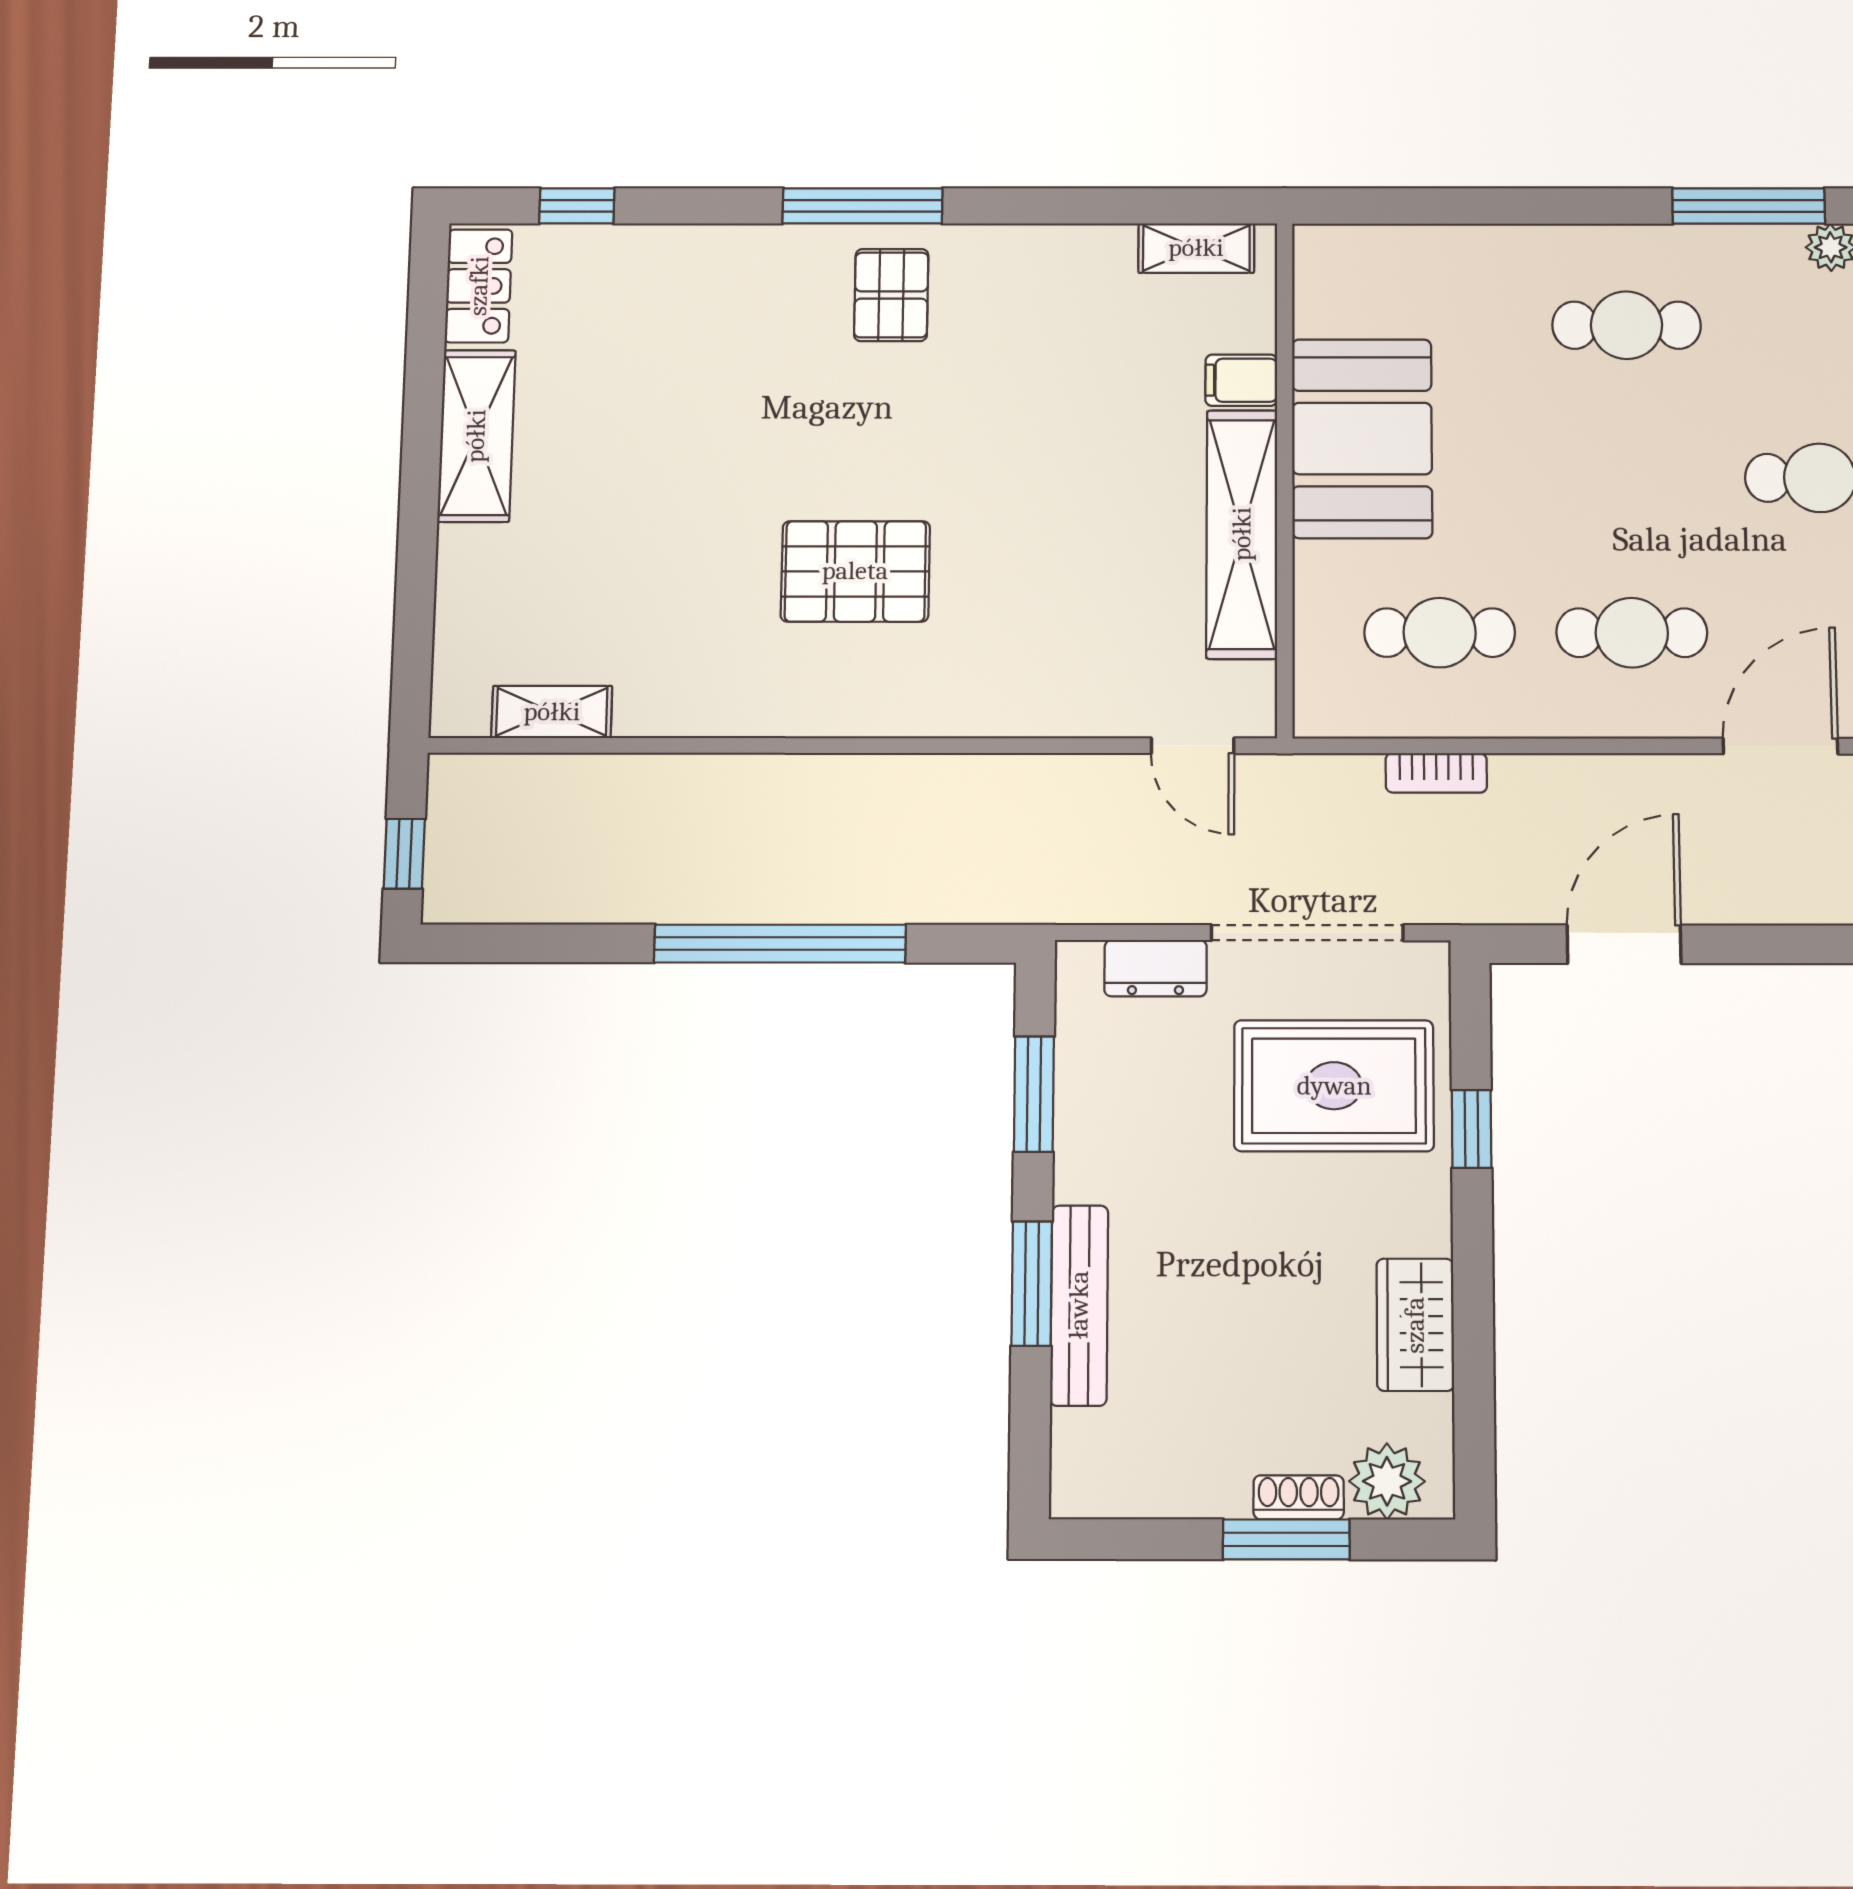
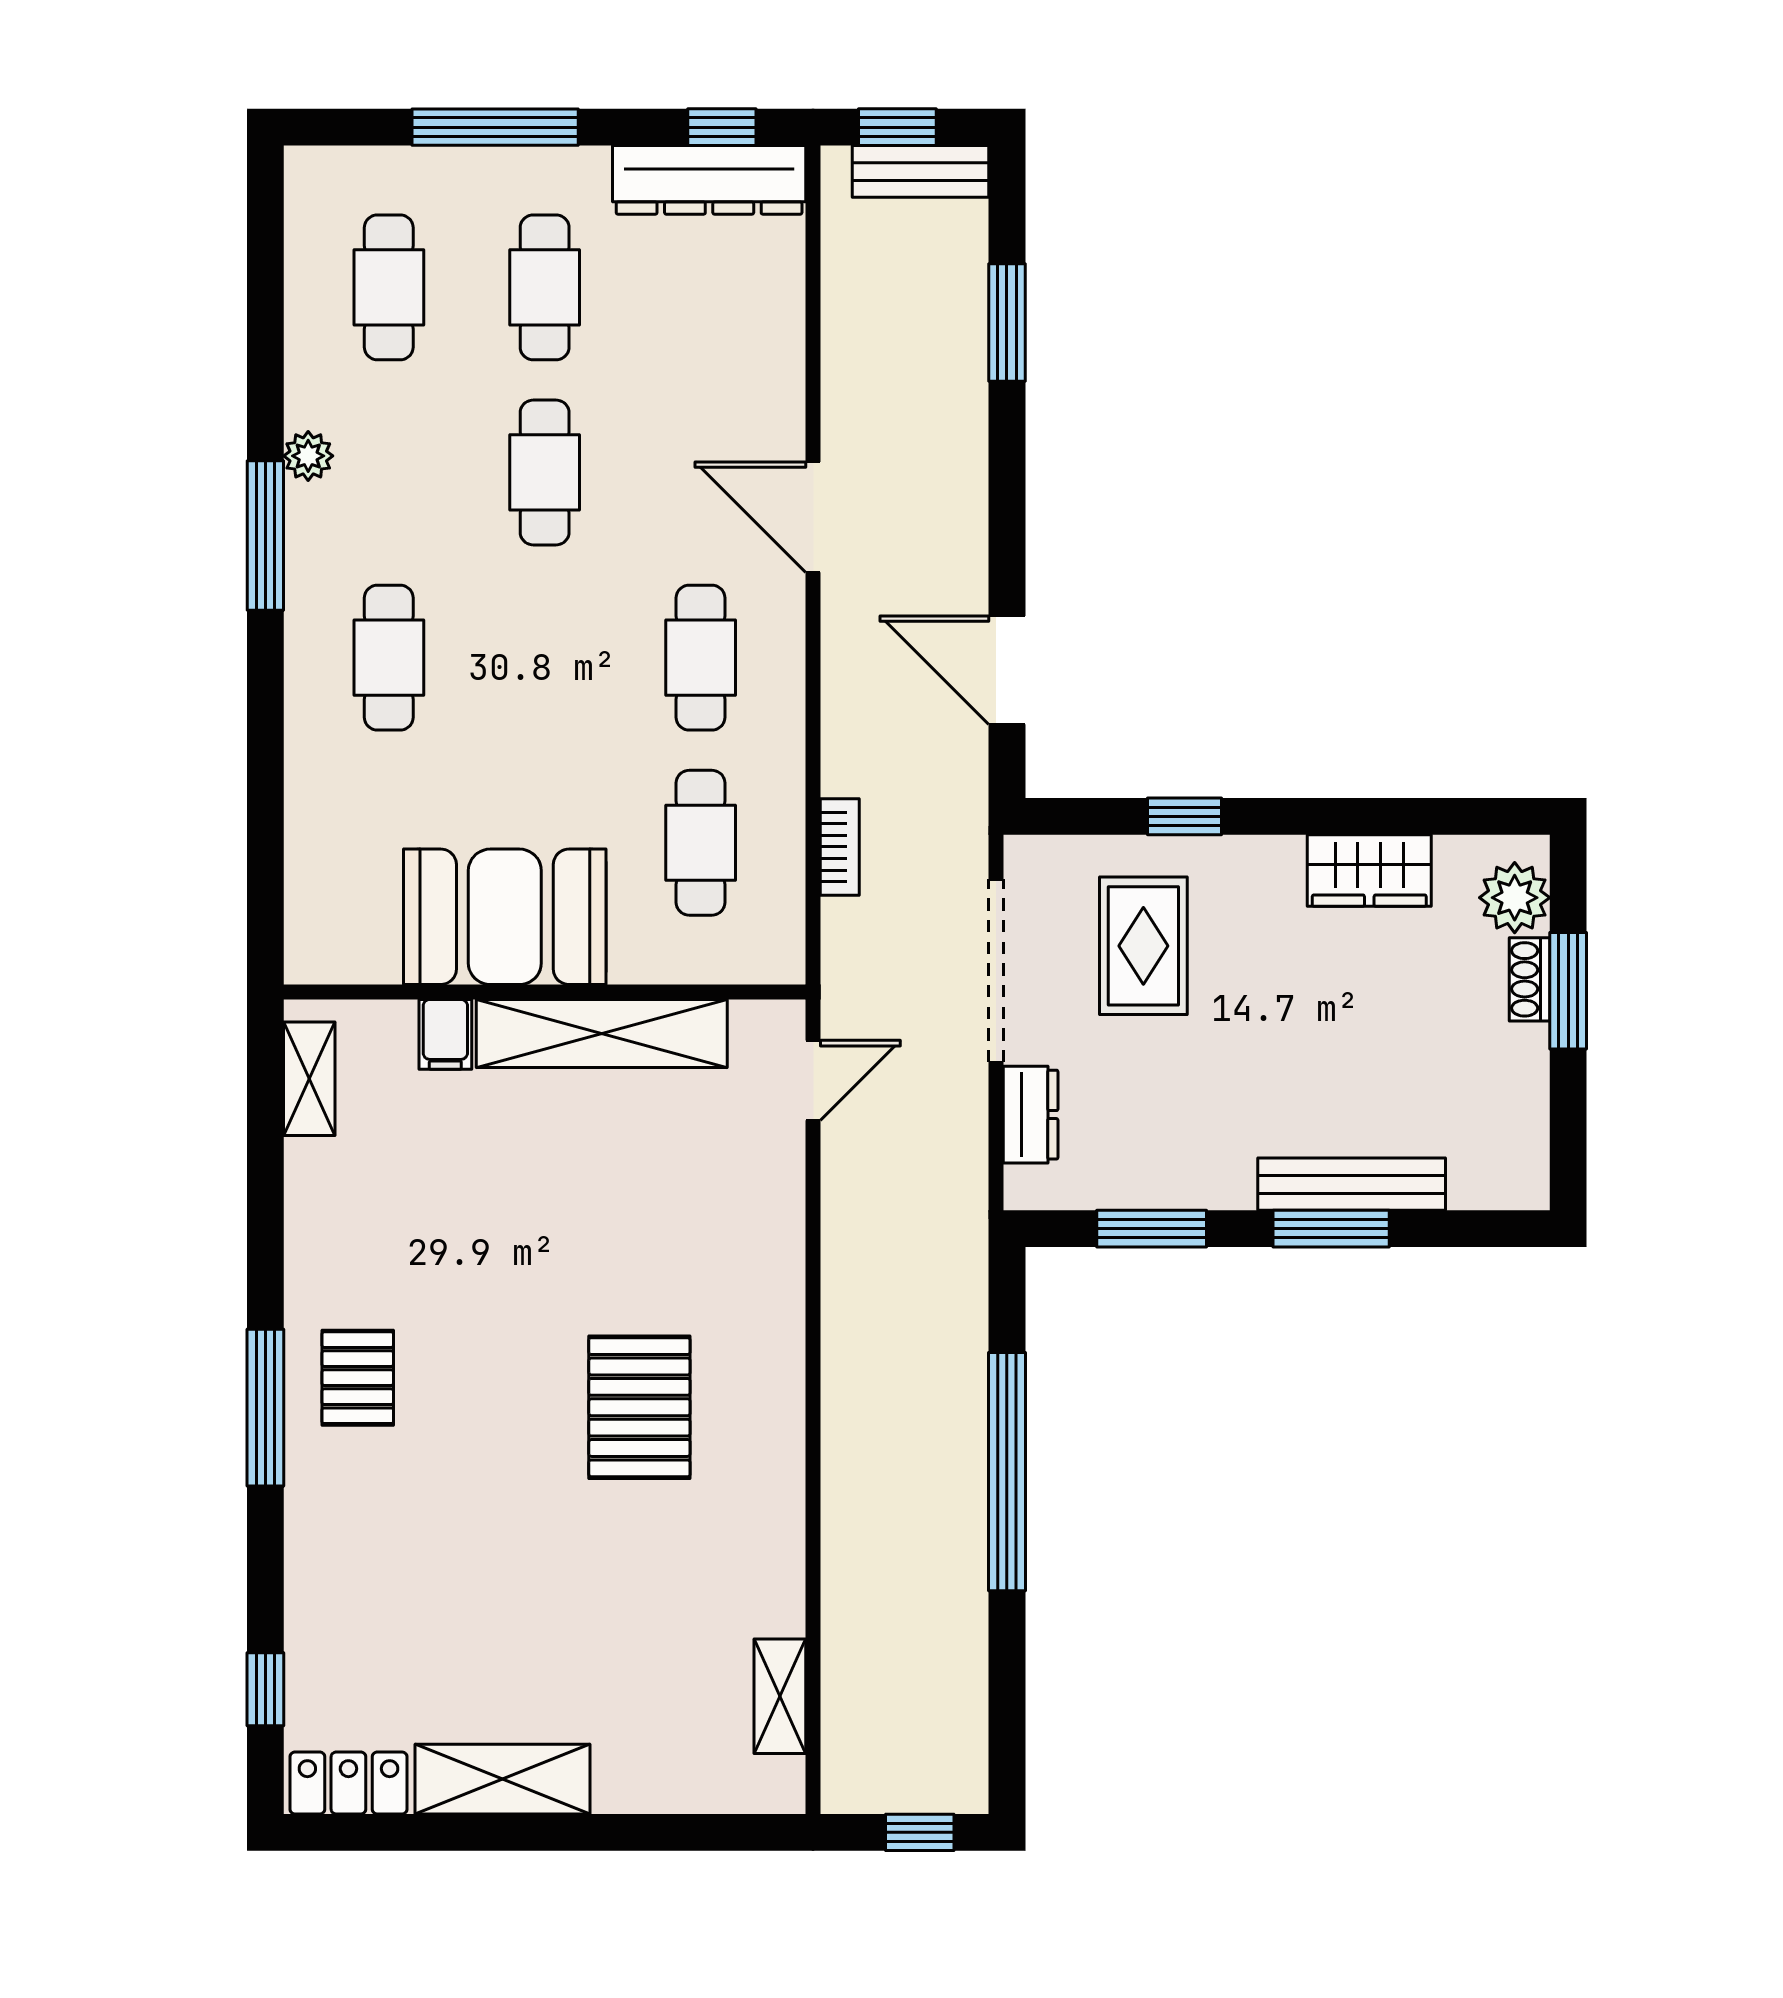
pallet: (891, 295) -> (358, 1378), turned 90
rug: (1334, 1086) -> (1143, 946), width x0.73, depth x0.70

